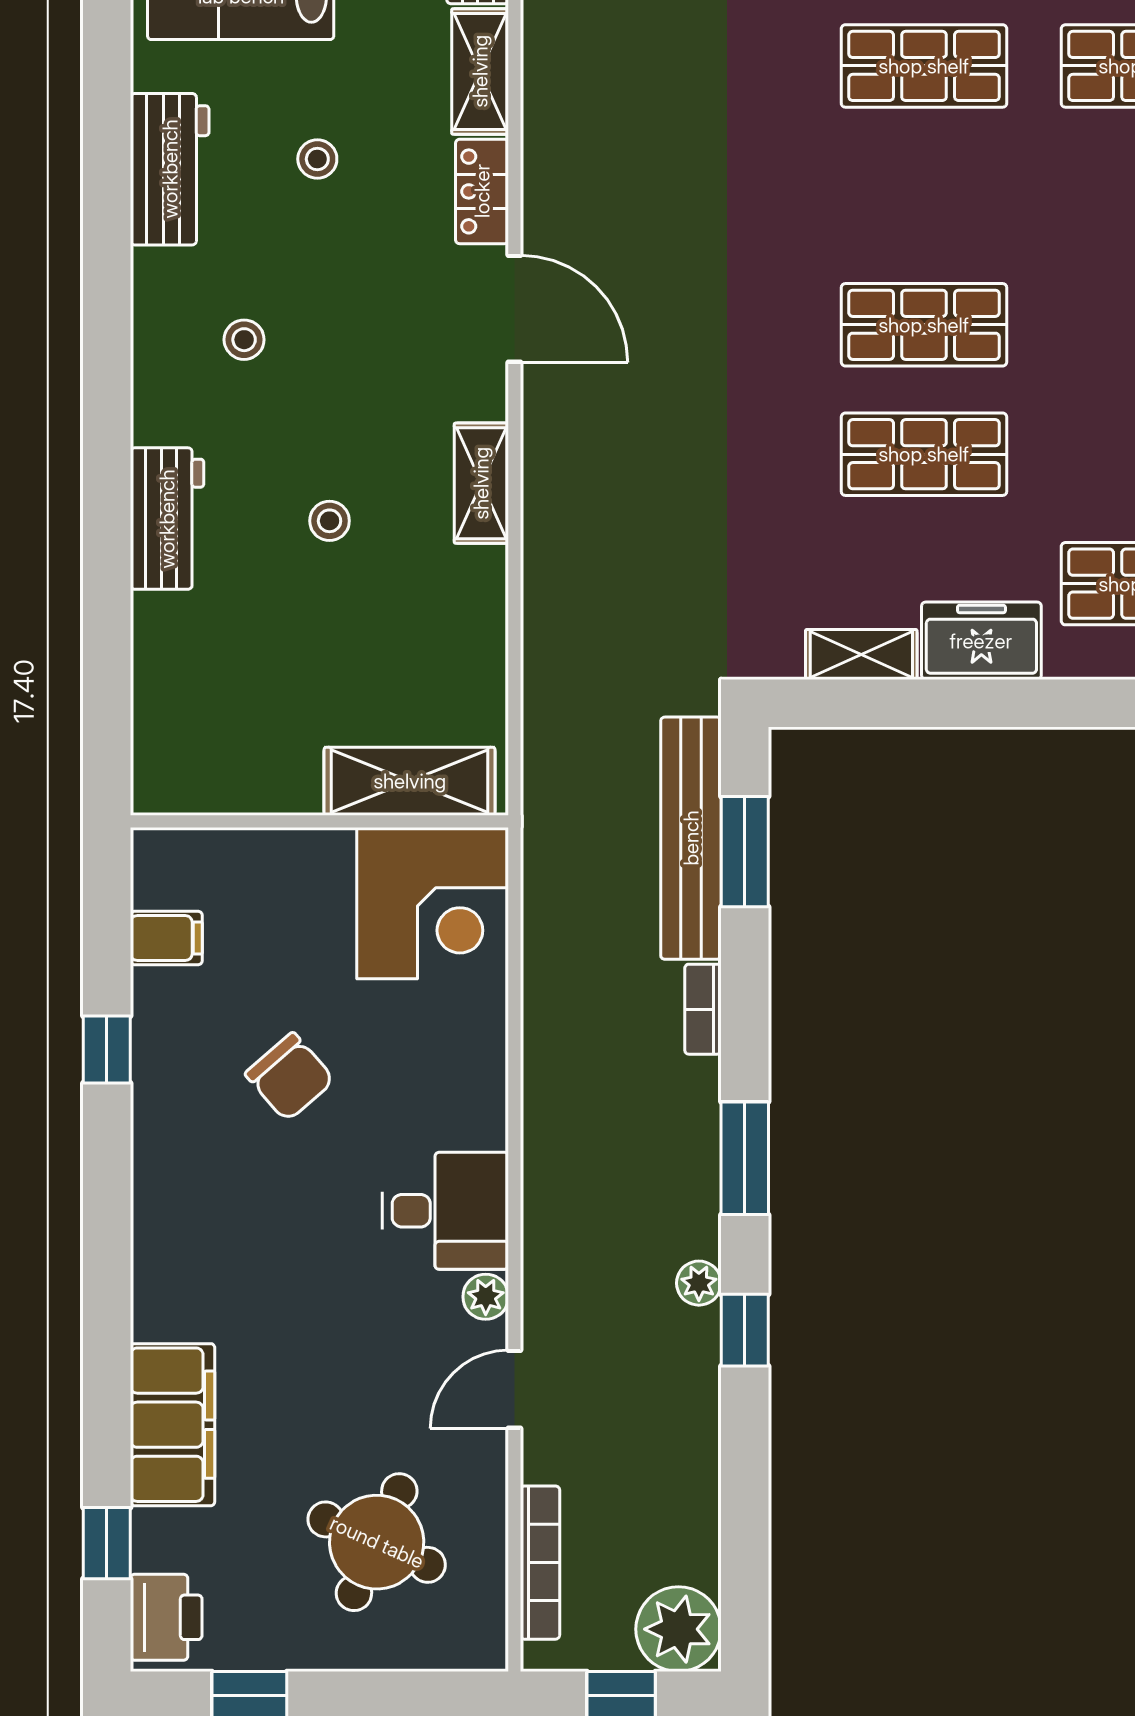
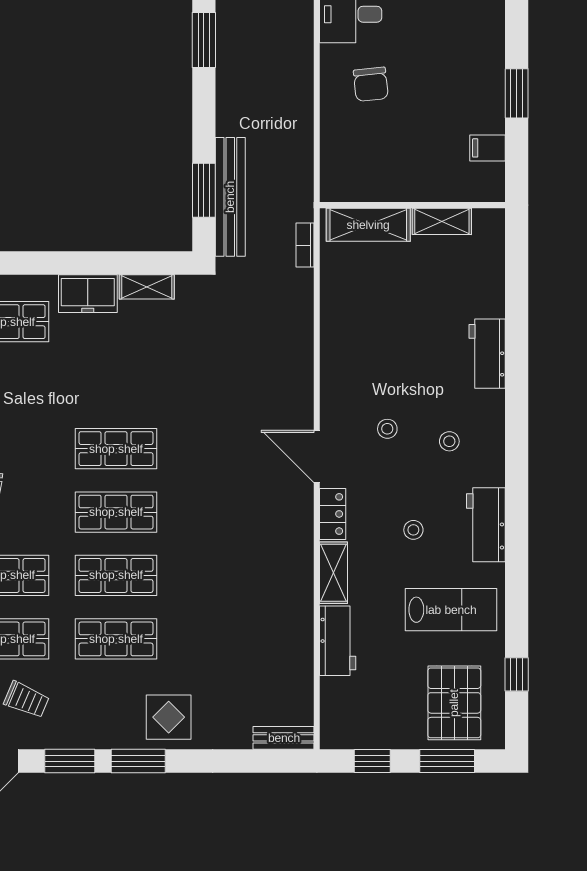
shop shelf: (924, 454) -> (116, 512), moved
shelving: (481, 483) -> (442, 221), moved, turned 90
stool: (330, 521) -> (387, 429), moved
corner desk: (433, 903) -> (357, 165), removed
bookcase: (703, 1009) -> (305, 245), moved, turned 180
window: (107, 1049) -> (517, 93), width x1.50
chair: (290, 1077) -> (371, 84), moved, turned -145

